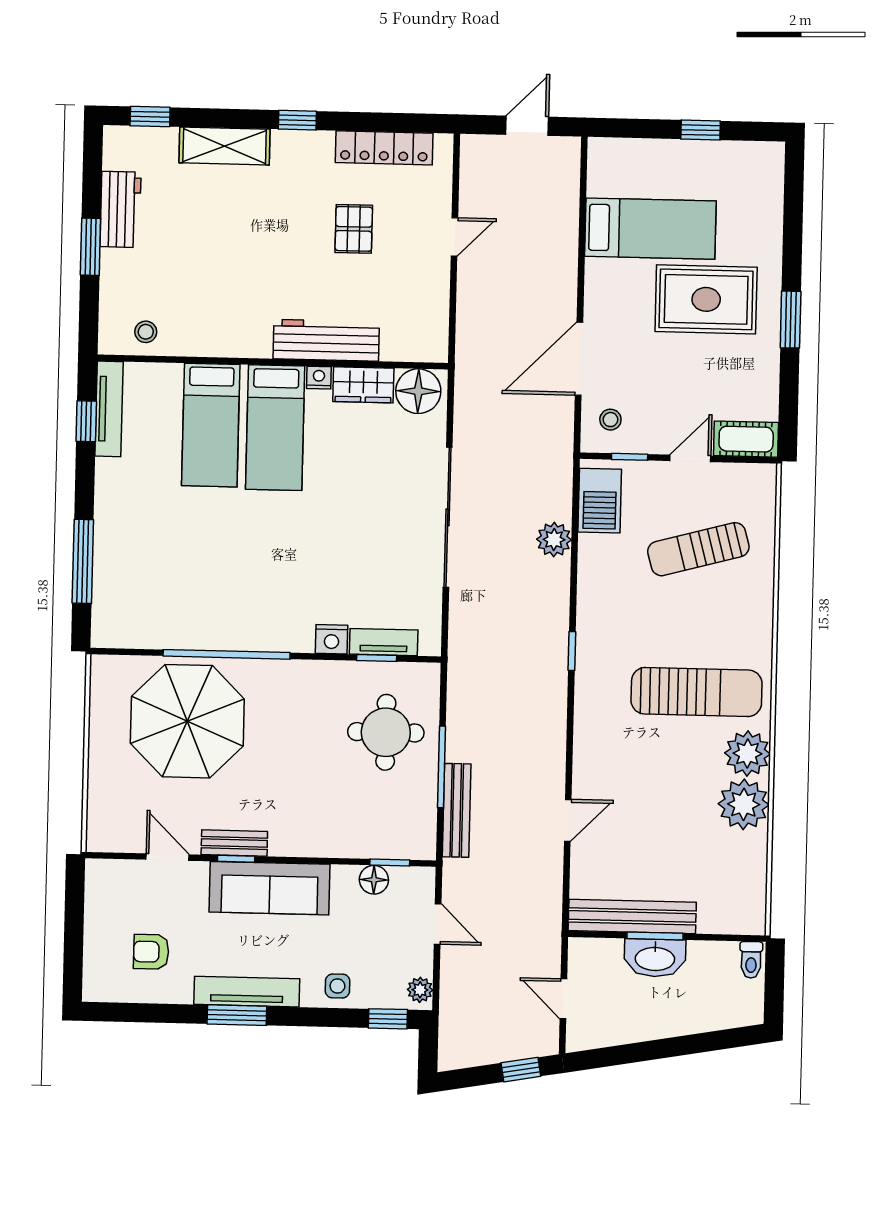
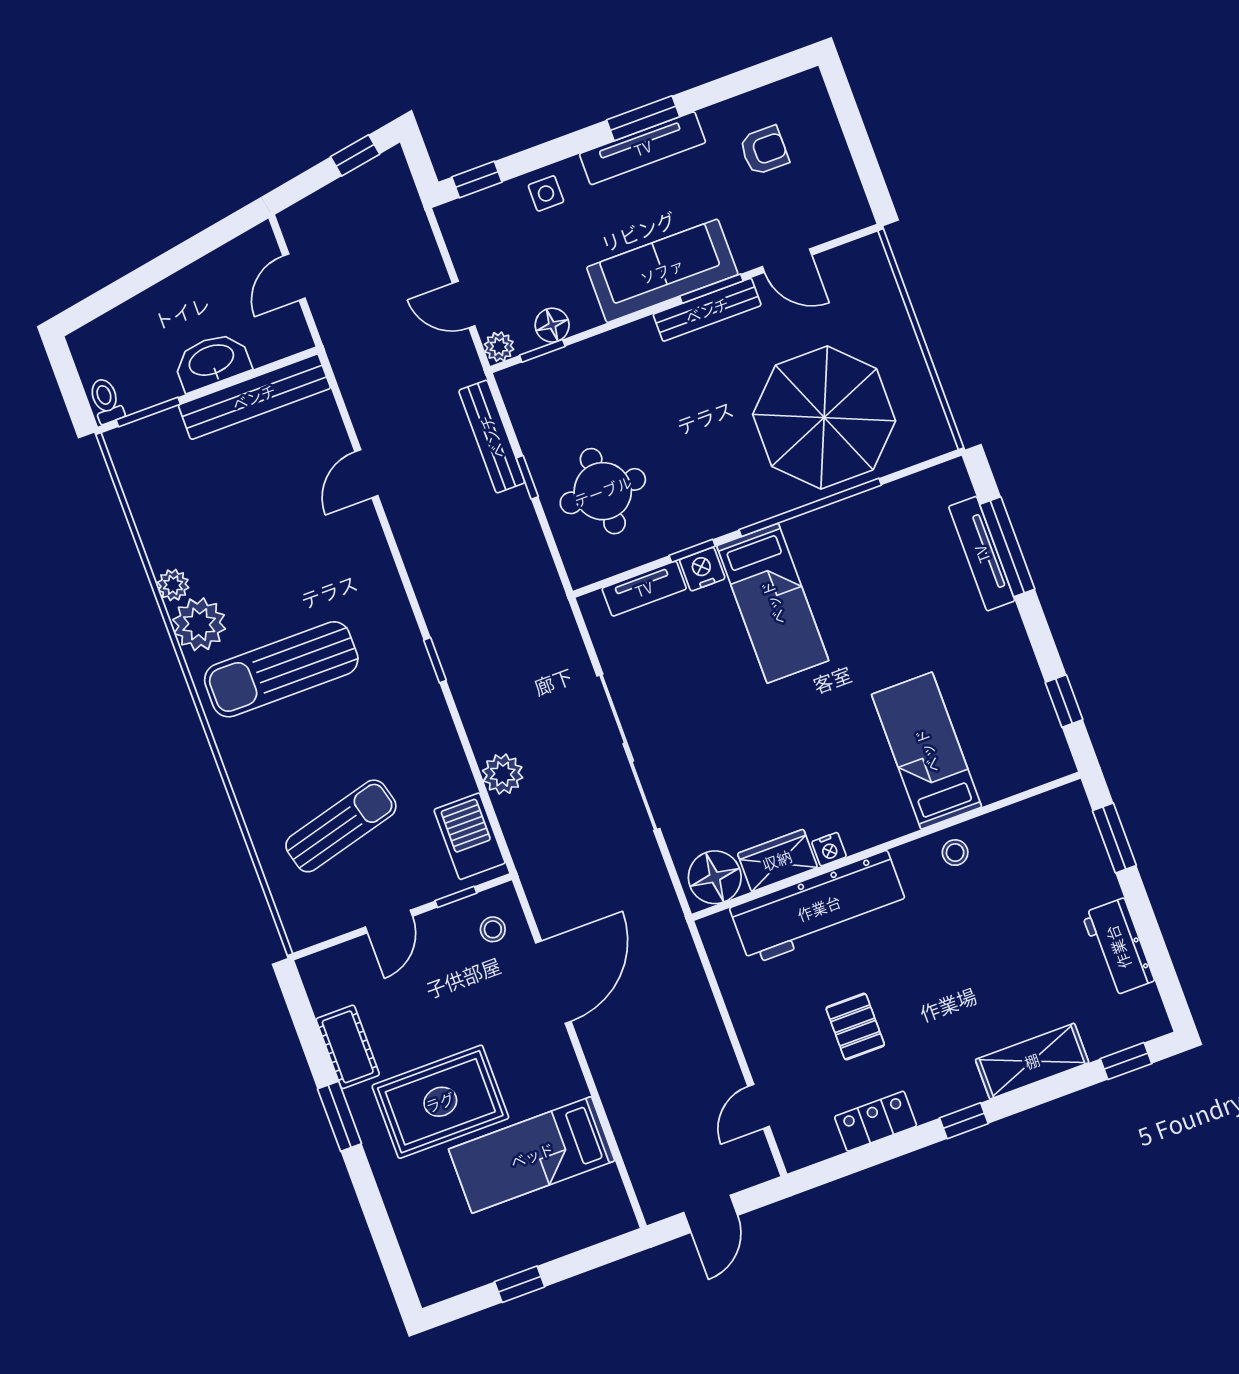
locker: (384, 148) -> (876, 1121), width x0.66
door: (454, 237) -> (759, 1106), moved
window: (90, 247) -> (1114, 838), moved
stool: (146, 332) -> (955, 853), moved
workbench: (326, 340) -> (819, 908), width x1.36, depth x1.32
tv unit: (109, 409) -> (982, 554), moved
bed: (275, 428) -> (773, 603), moved, turned 180
cot: (746, 439) -> (348, 1047), moved, turned 90
window: (377, 658) -> (692, 551), moved
window: (441, 767) -> (527, 477), width x0.46
plant: (744, 804) -> (173, 585), width x0.53, depth x0.53
bench: (234, 843) -> (707, 310), width x1.36
window: (236, 859) -> (711, 289), width x1.50
window: (655, 936) -> (148, 412), moved
plant: (420, 990) -> (499, 347), moved
door: (563, 999) -> (294, 277), swing flipped
window: (521, 1070) -> (355, 155), moved

